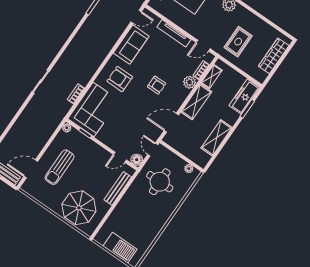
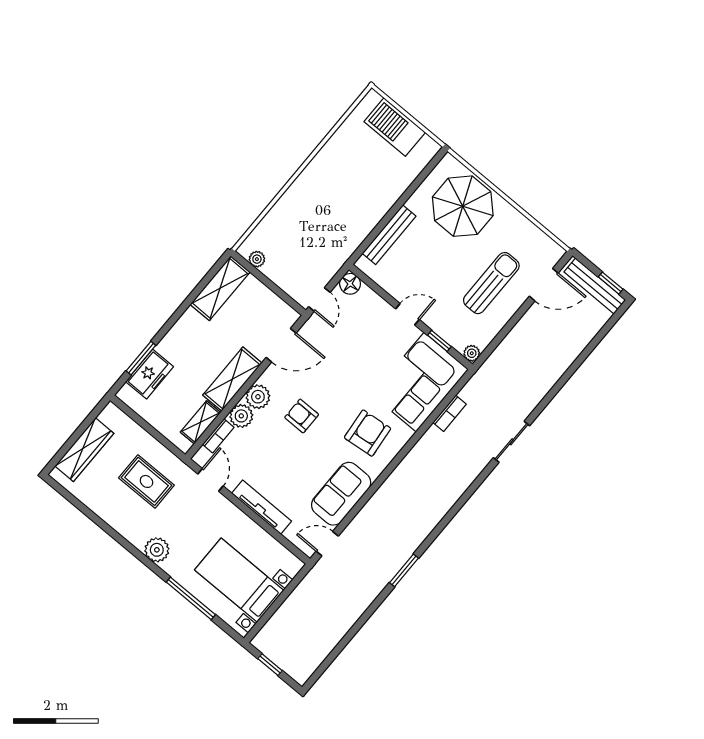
rug: (238, 42) -> (146, 481), turned 90
door: (203, 46) -> (211, 480), hinge flipped
armchair: (120, 79) -> (368, 433), turned -96
plant: (181, 93) -> (258, 397), added
freezer: (244, 97) -> (150, 374), width x0.71
shelving: (217, 138) -> (220, 288), moved
door: (120, 157) -> (407, 314), moved
round table: (160, 182) -> (312, 240), removed

